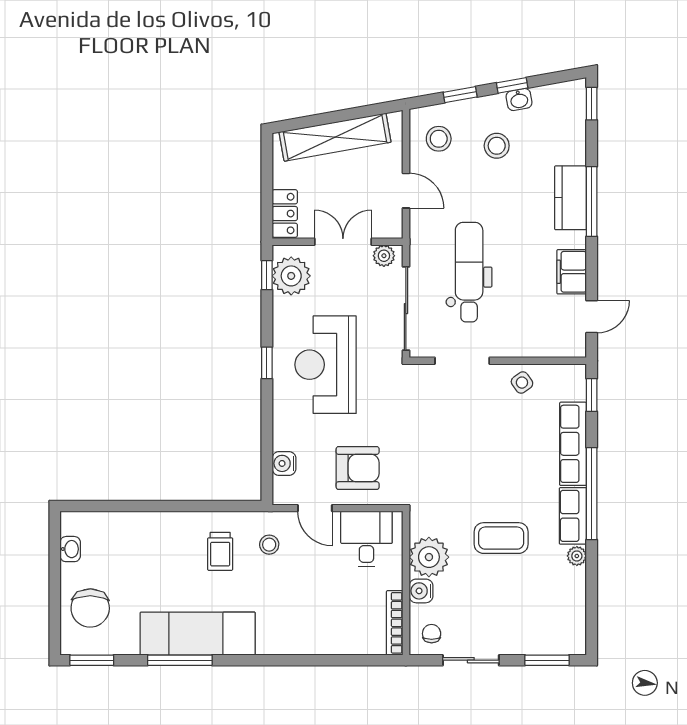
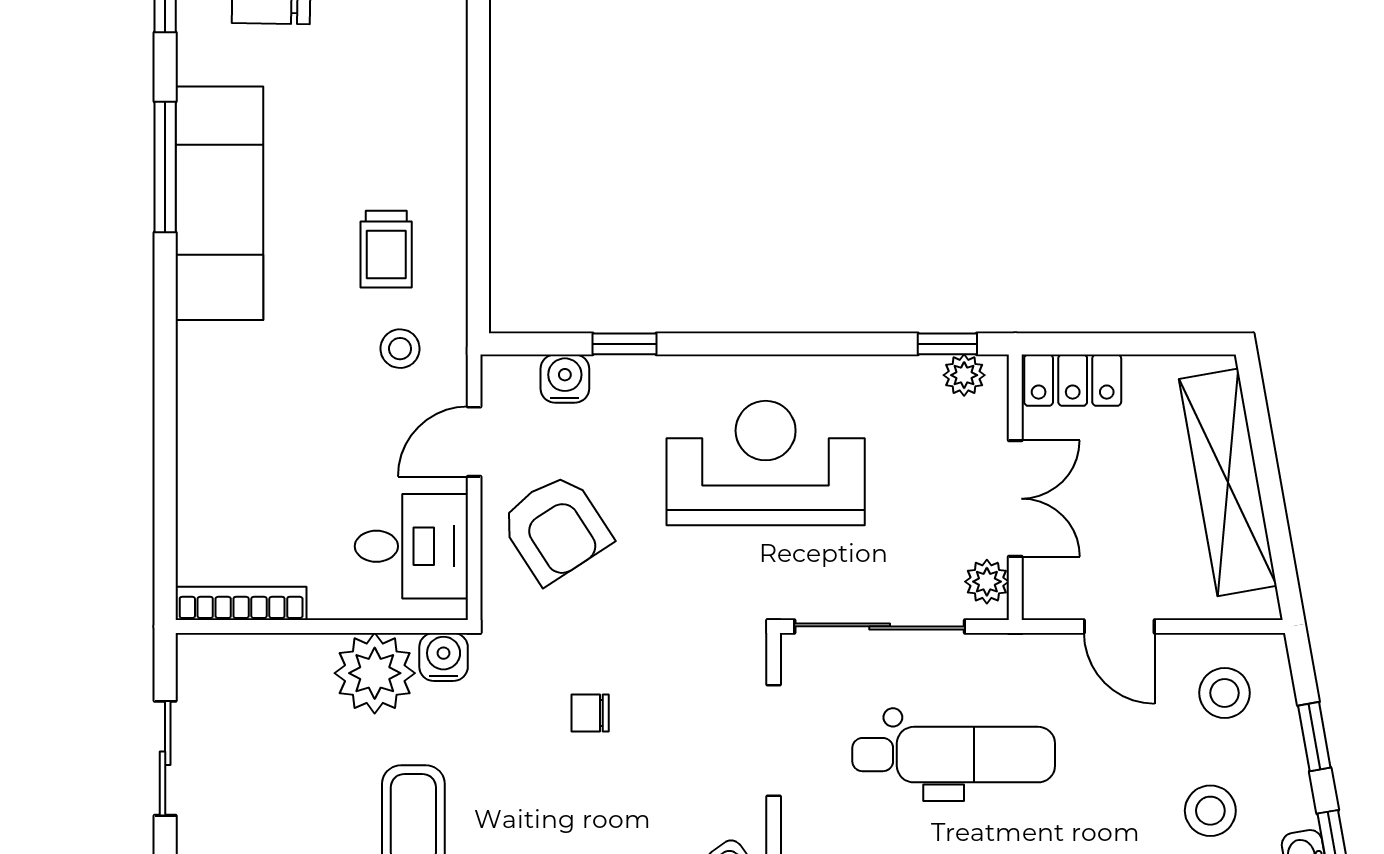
door: (406, 191) -> (1119, 626), hinge flipped
plant: (291, 276) -> (964, 375), width x0.53, depth x0.53
window: (267, 363) -> (624, 344), moved
armchair: (358, 468) -> (556, 528), turned -33
trolley: (220, 551) -> (386, 249), turned -90
water cooler: (421, 591) -> (444, 657), moved
chair: (432, 634) -> (590, 713), moved, turned 180

